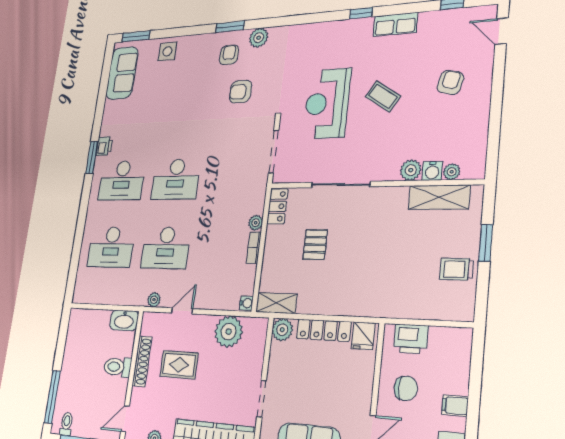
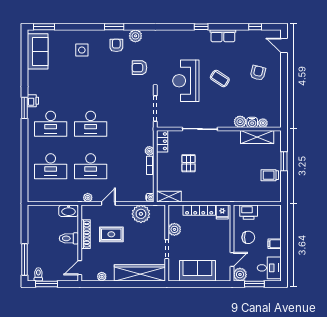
side table: (167, 51) -> (82, 50), moved
armchair: (241, 92) -> (139, 68), moved
plant: (282, 330) -> (174, 229), moved

